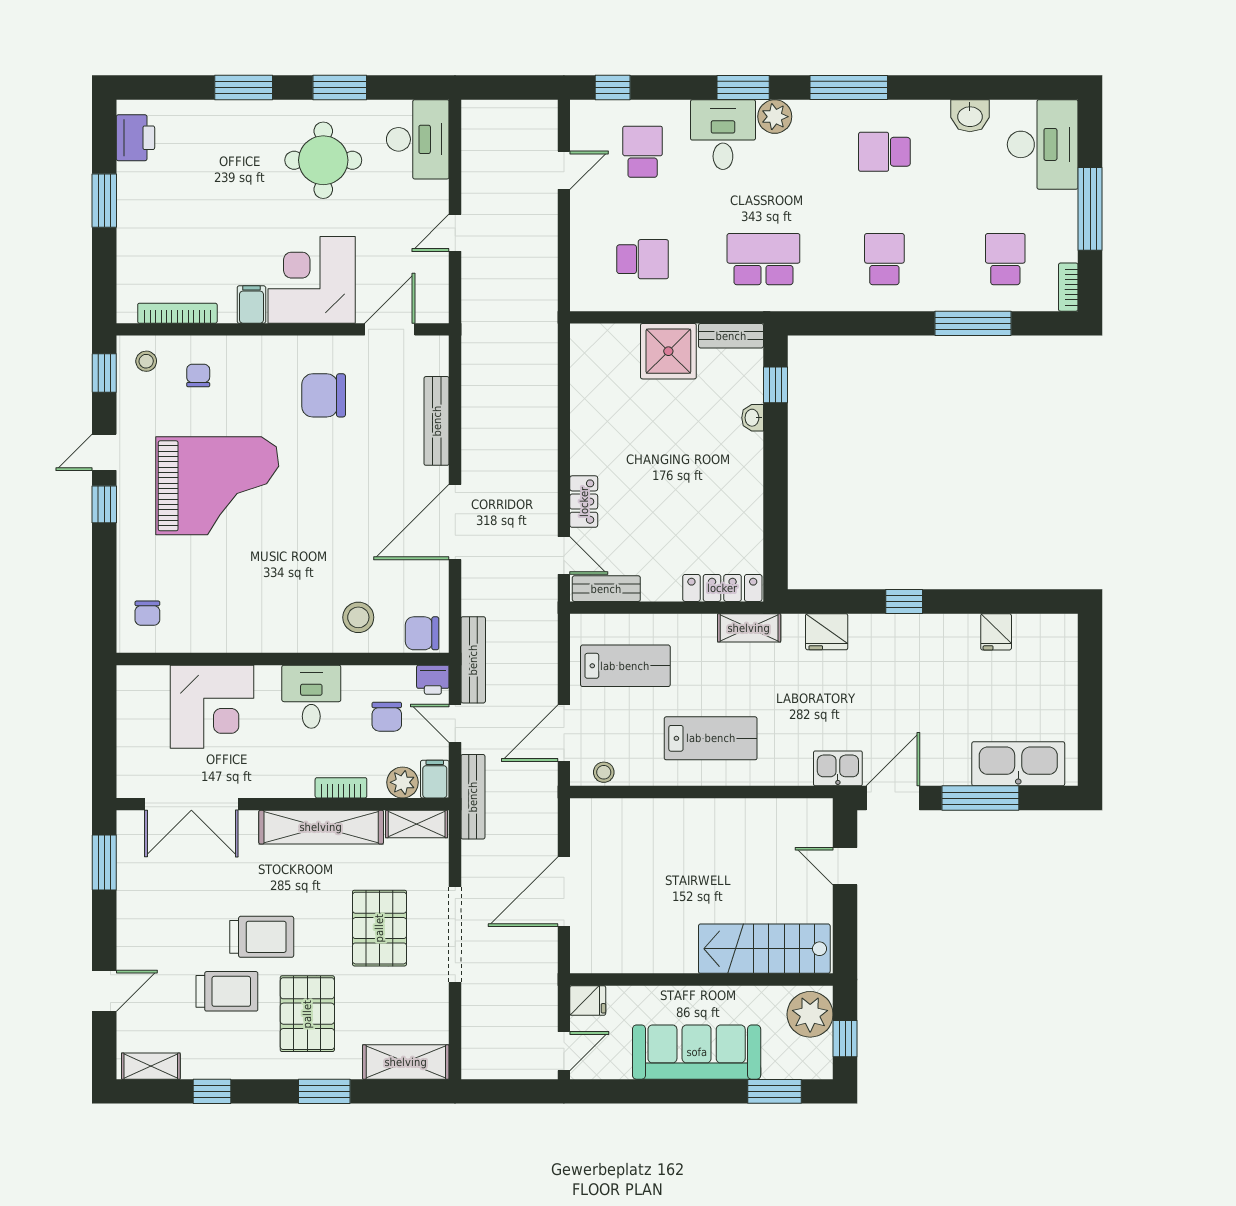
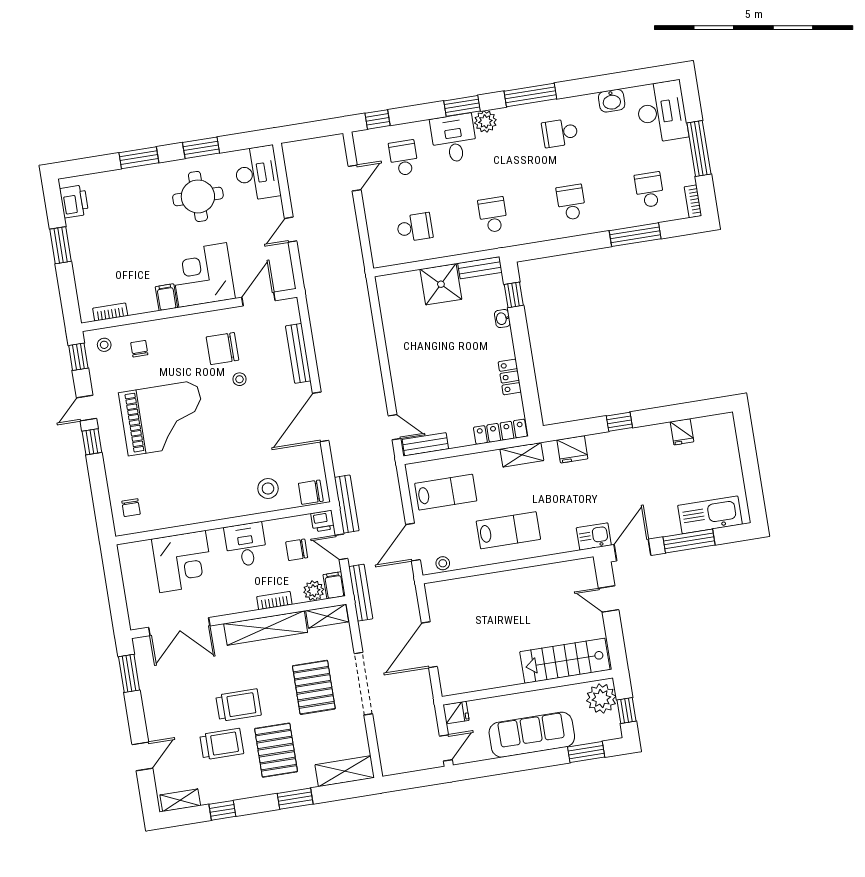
school desk: (763, 259) -> (493, 215), width x0.54
bookcase: (177, 313) -> (110, 312), width x0.64
stool: (342, 446) -> (240, 379), added
locker: (584, 502) -> (510, 377), moved, turned 180
chair: (387, 717) -> (297, 550), turned 90

